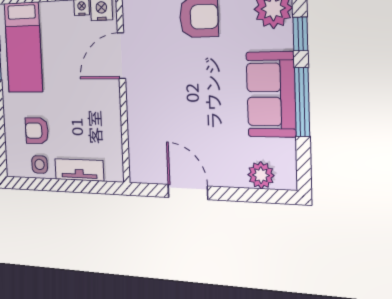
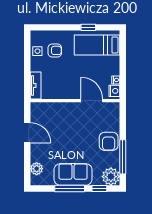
armchair: (37, 131) -> (55, 50), turned 90
tv unit: (79, 170) -> (36, 85), moved
door: (188, 192) -> (27, 133), hinge flipped

